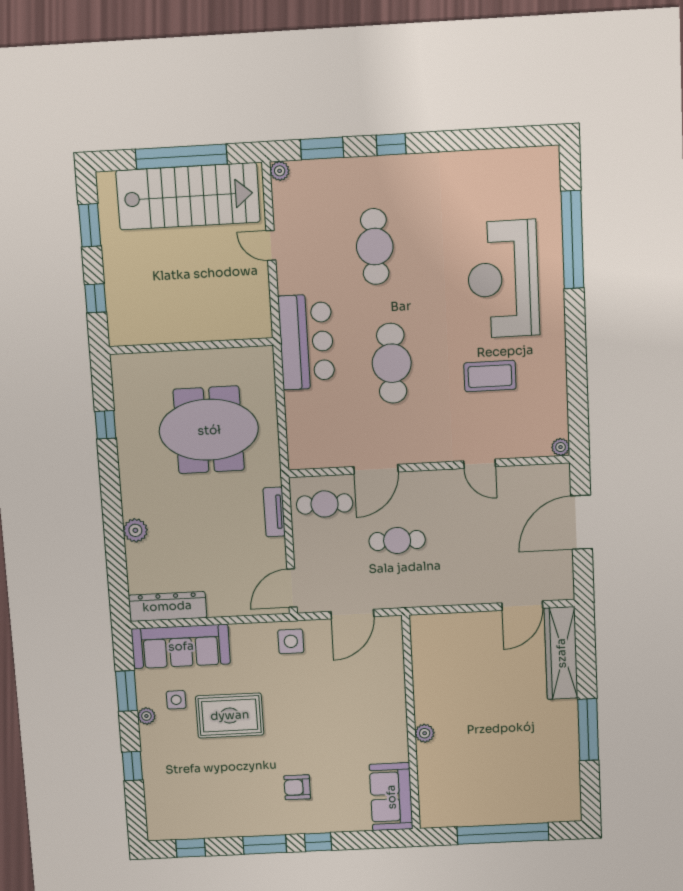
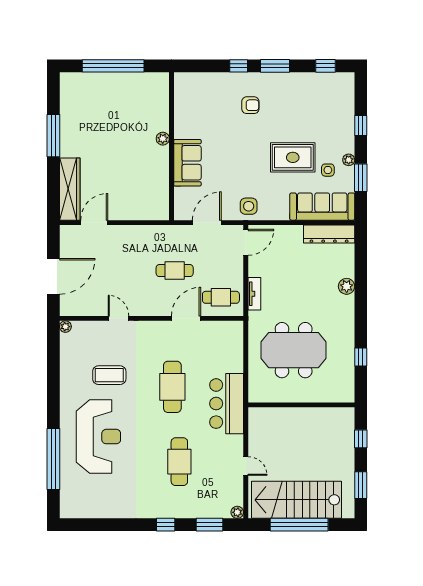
sofa: (391, 797) -> (187, 163), moved

